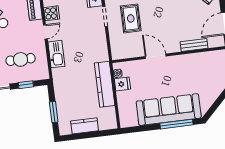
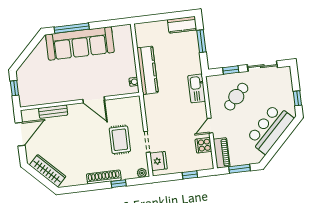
kitchen sink: (56, 54) -> (197, 88), moved
cafe table: (21, 59) -> (236, 97), turned -46
fridge: (122, 84) -> (129, 71), removed
kitchen counter: (85, 126) -> (182, 25), moved

